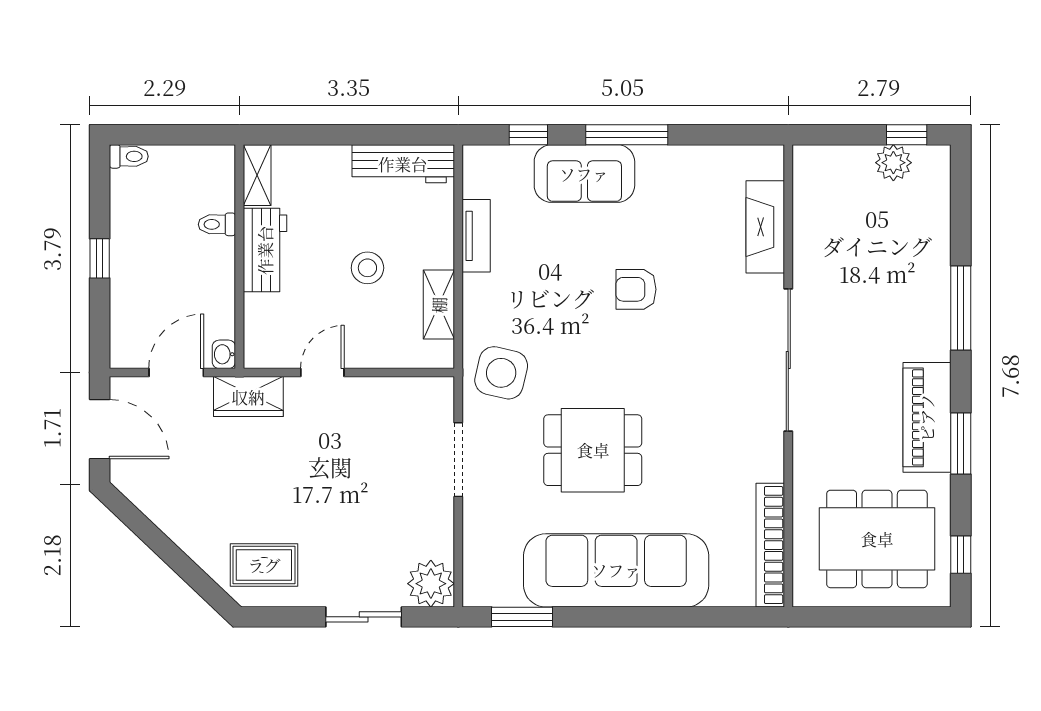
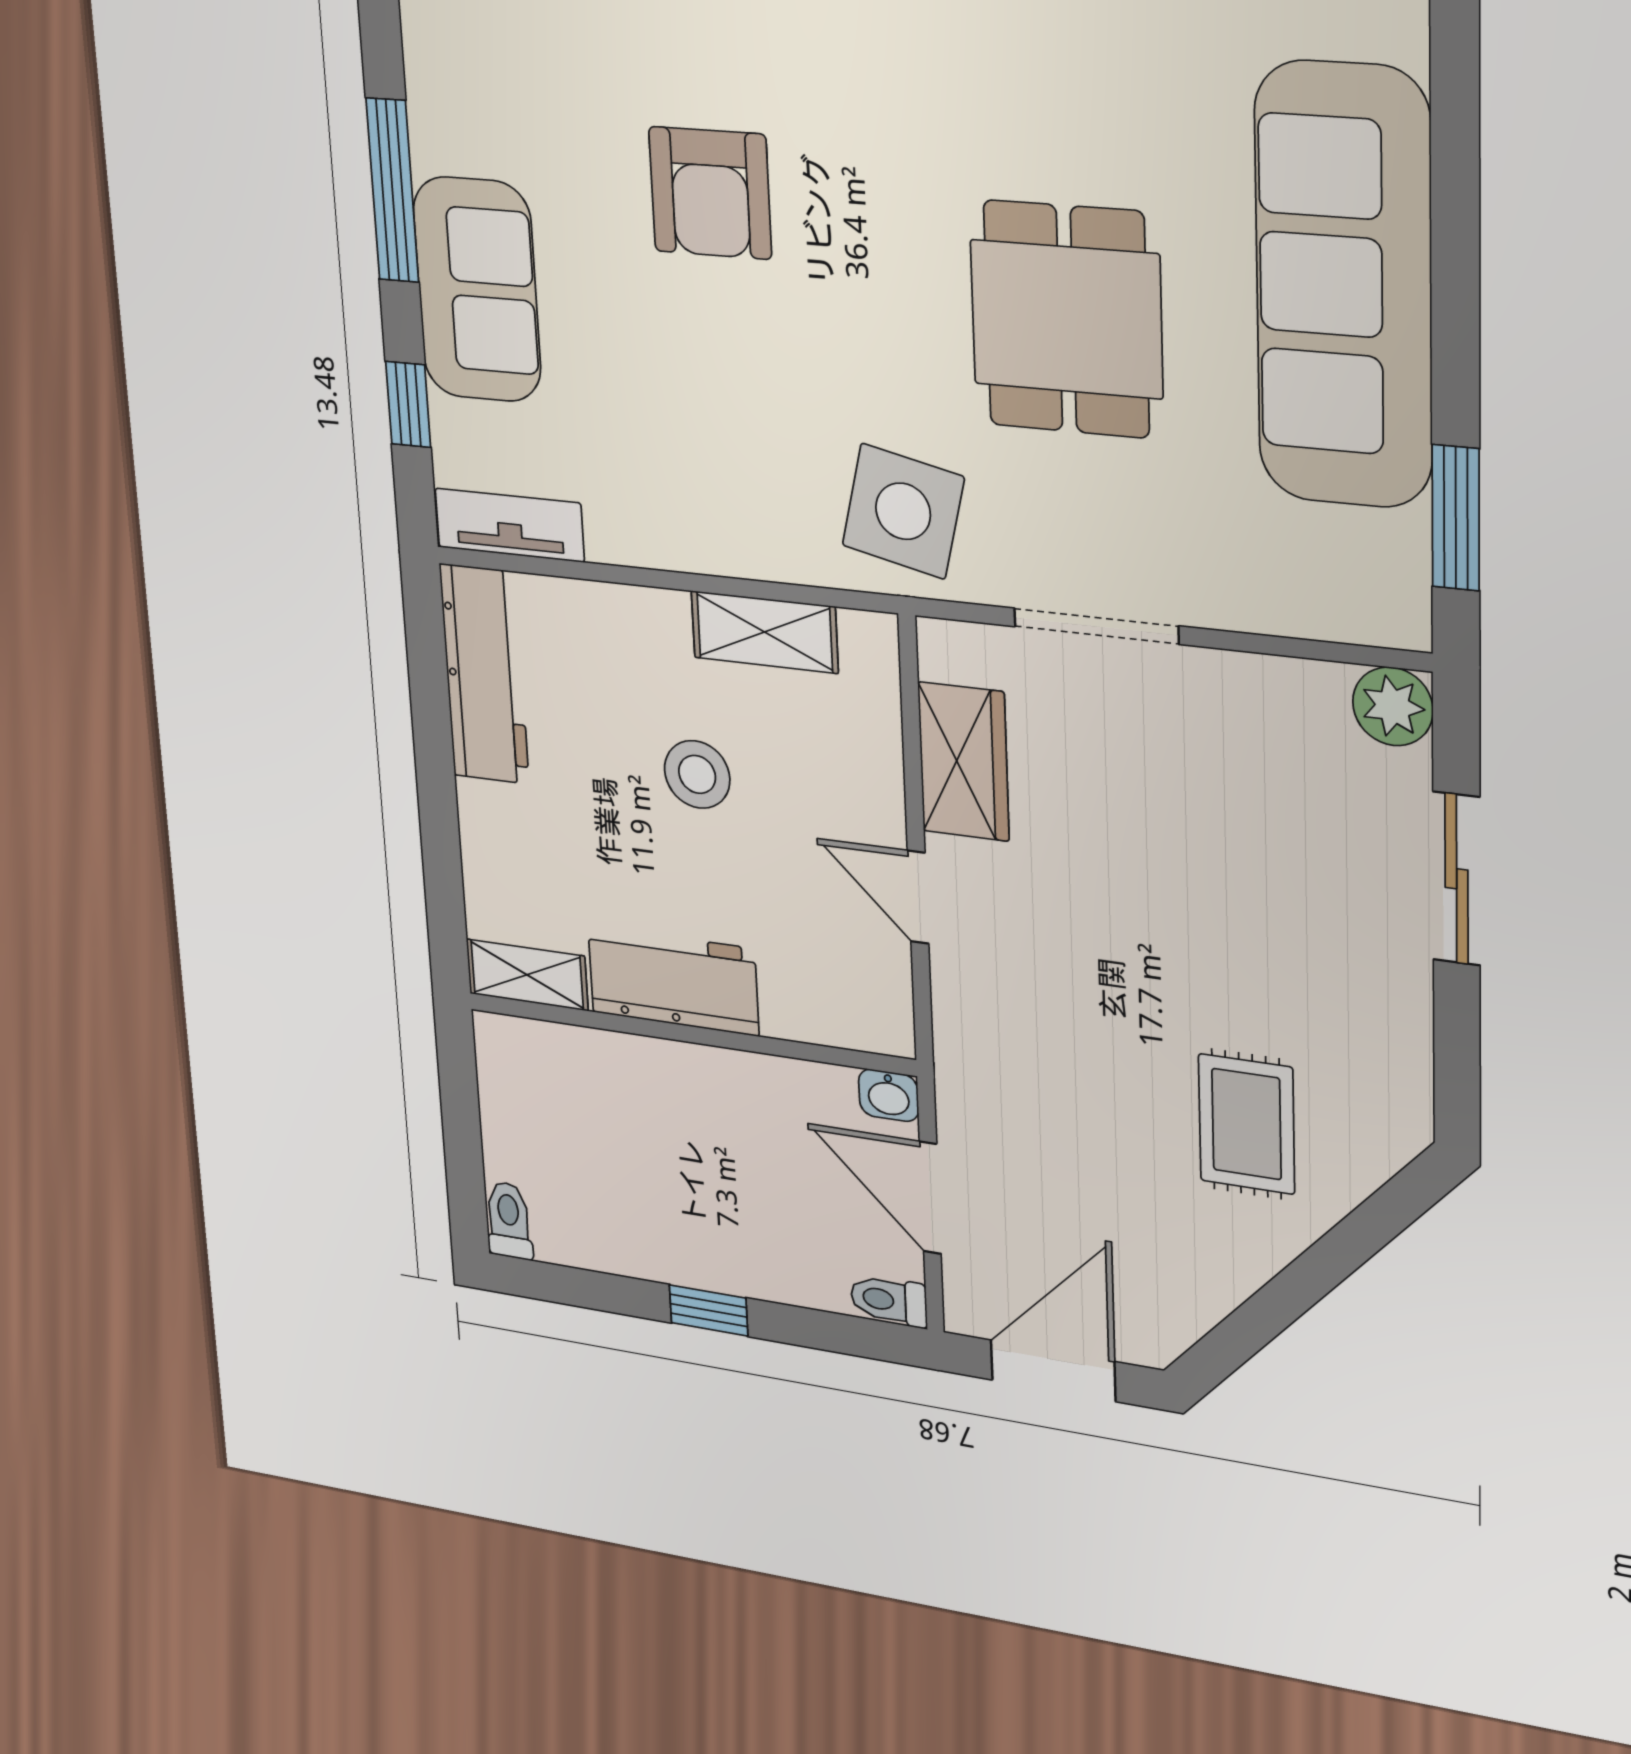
toilet: (217, 224) -> (889, 1301), moved, turned 90
tv unit: (476, 236) -> (509, 525), moved
armchair: (636, 289) -> (710, 193), width x1.38, depth x1.38
wardrobe: (248, 397) -> (964, 762), moved
rug: (264, 565) -> (1247, 1124), moved
plant: (431, 584) -> (1393, 706), width x0.73, depth x0.73

